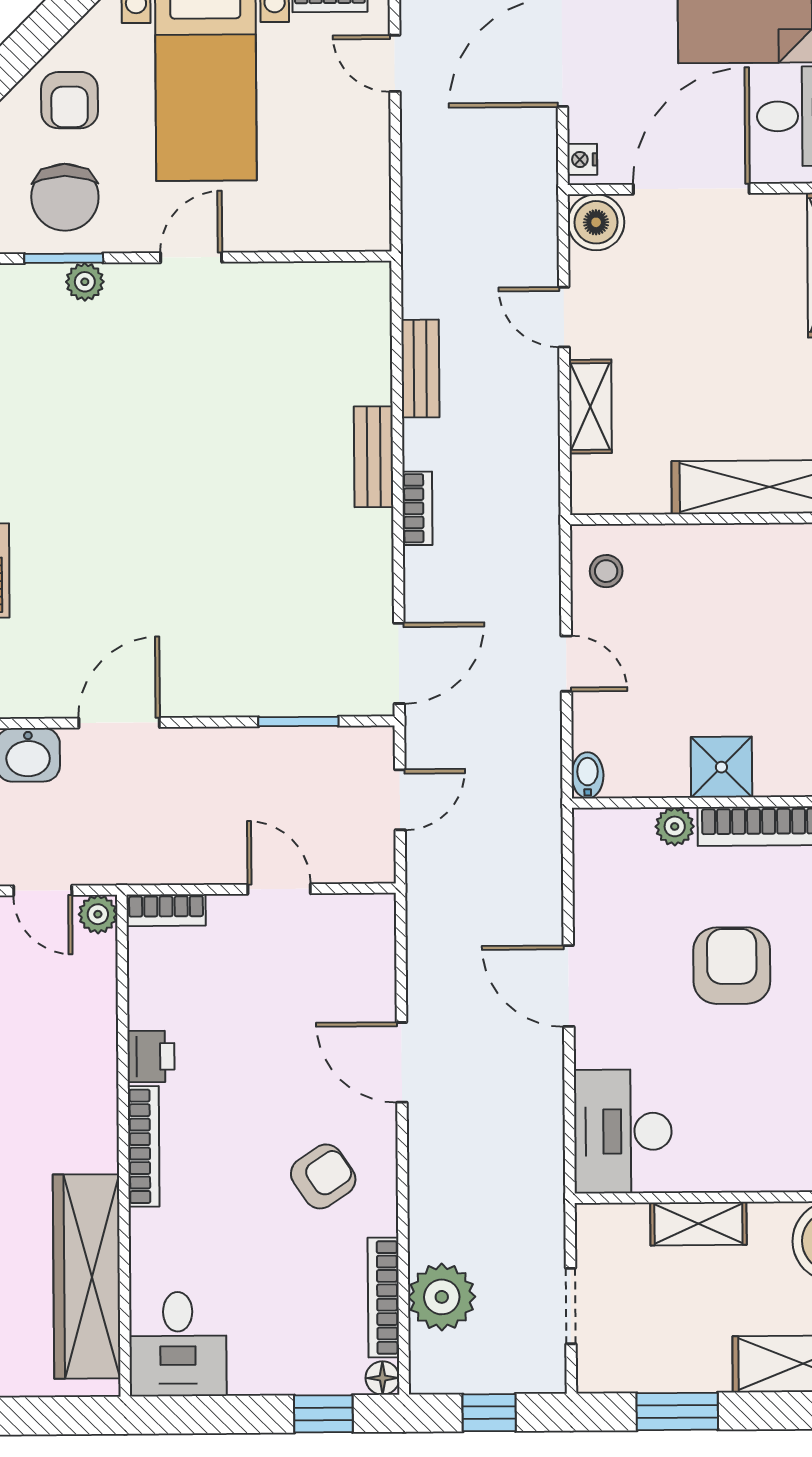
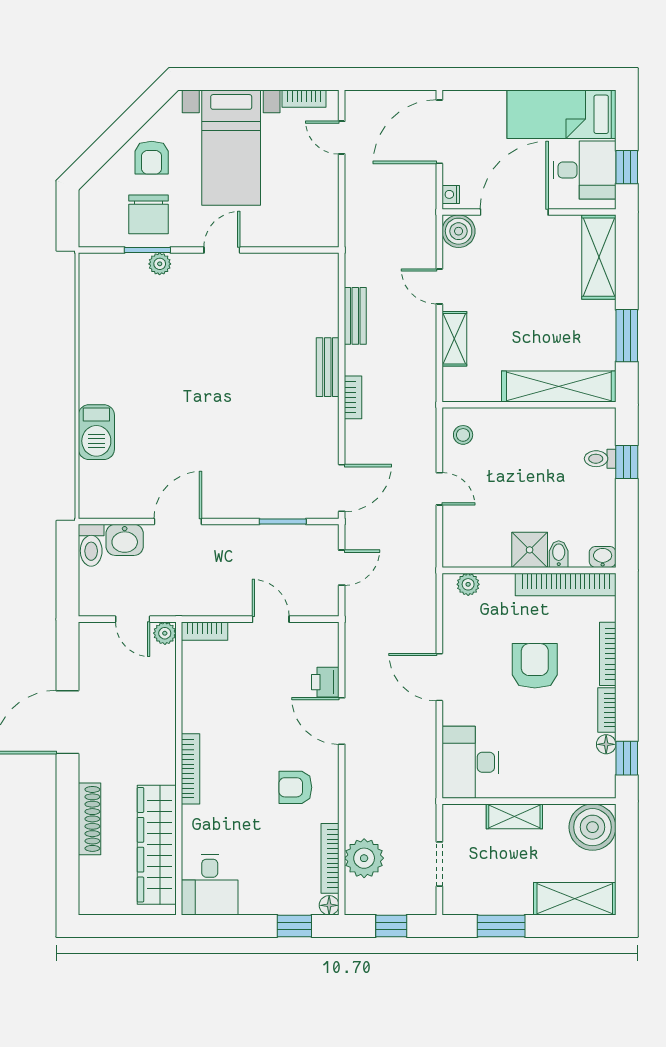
bidet: (588, 775) -> (559, 554), moved
plant: (675, 826) -> (468, 584), moved
printer: (151, 1056) -> (325, 682), moved, turned 180
armchair: (323, 1176) -> (295, 787), turned -146

